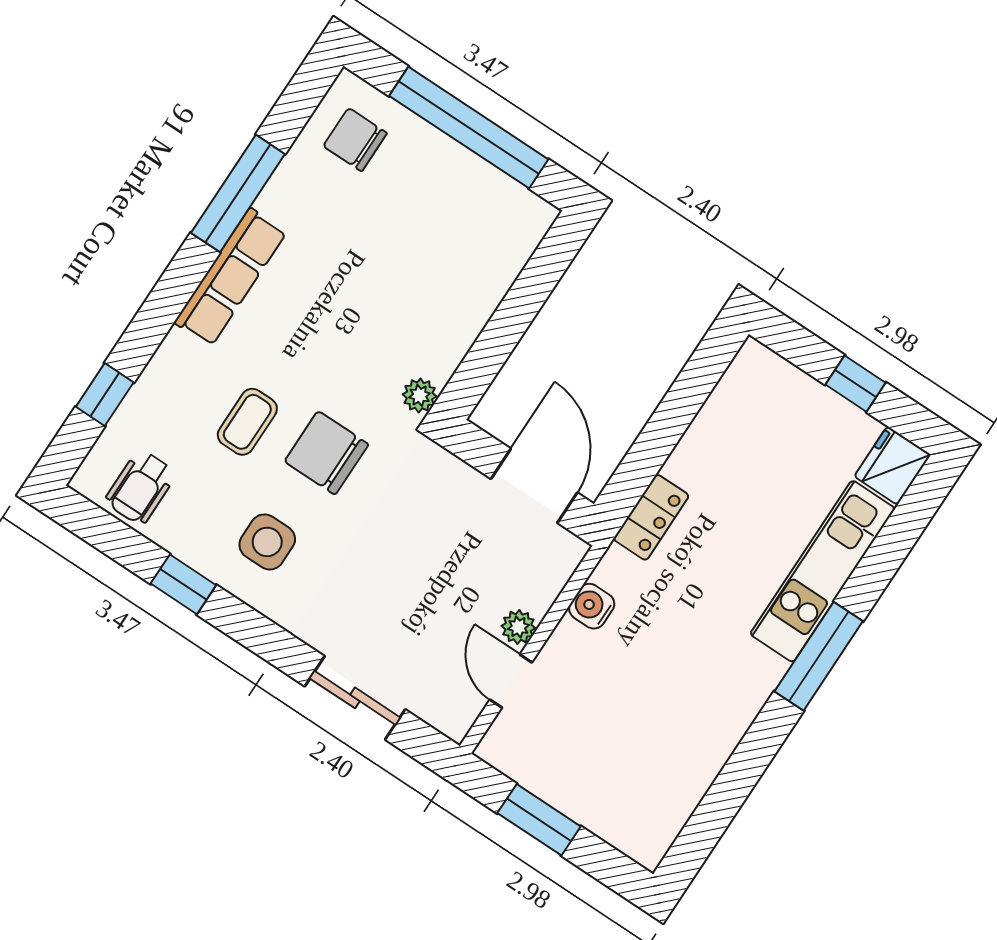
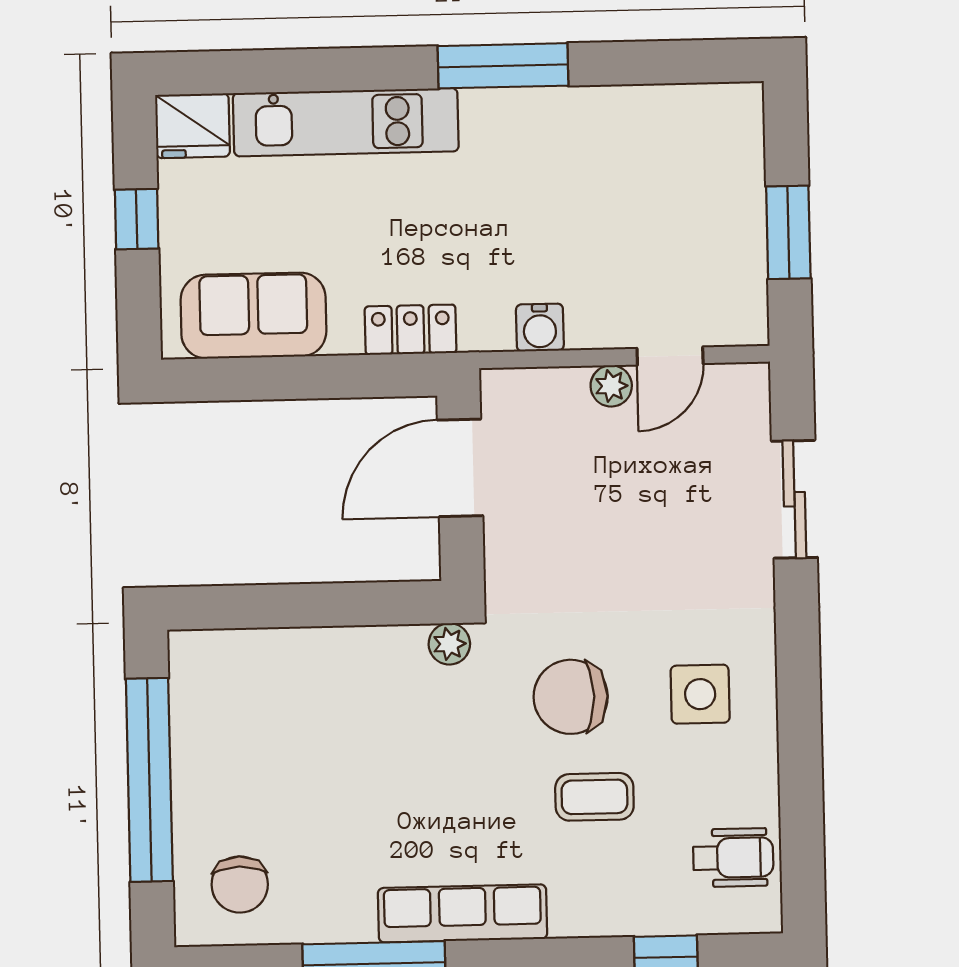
sofa: (735, 417) -> (253, 316), added
chair: (326, 453) -> (571, 697), turned 90
window: (183, 584) -> (800, 748), removed
window: (819, 656) -> (503, 66), moved

